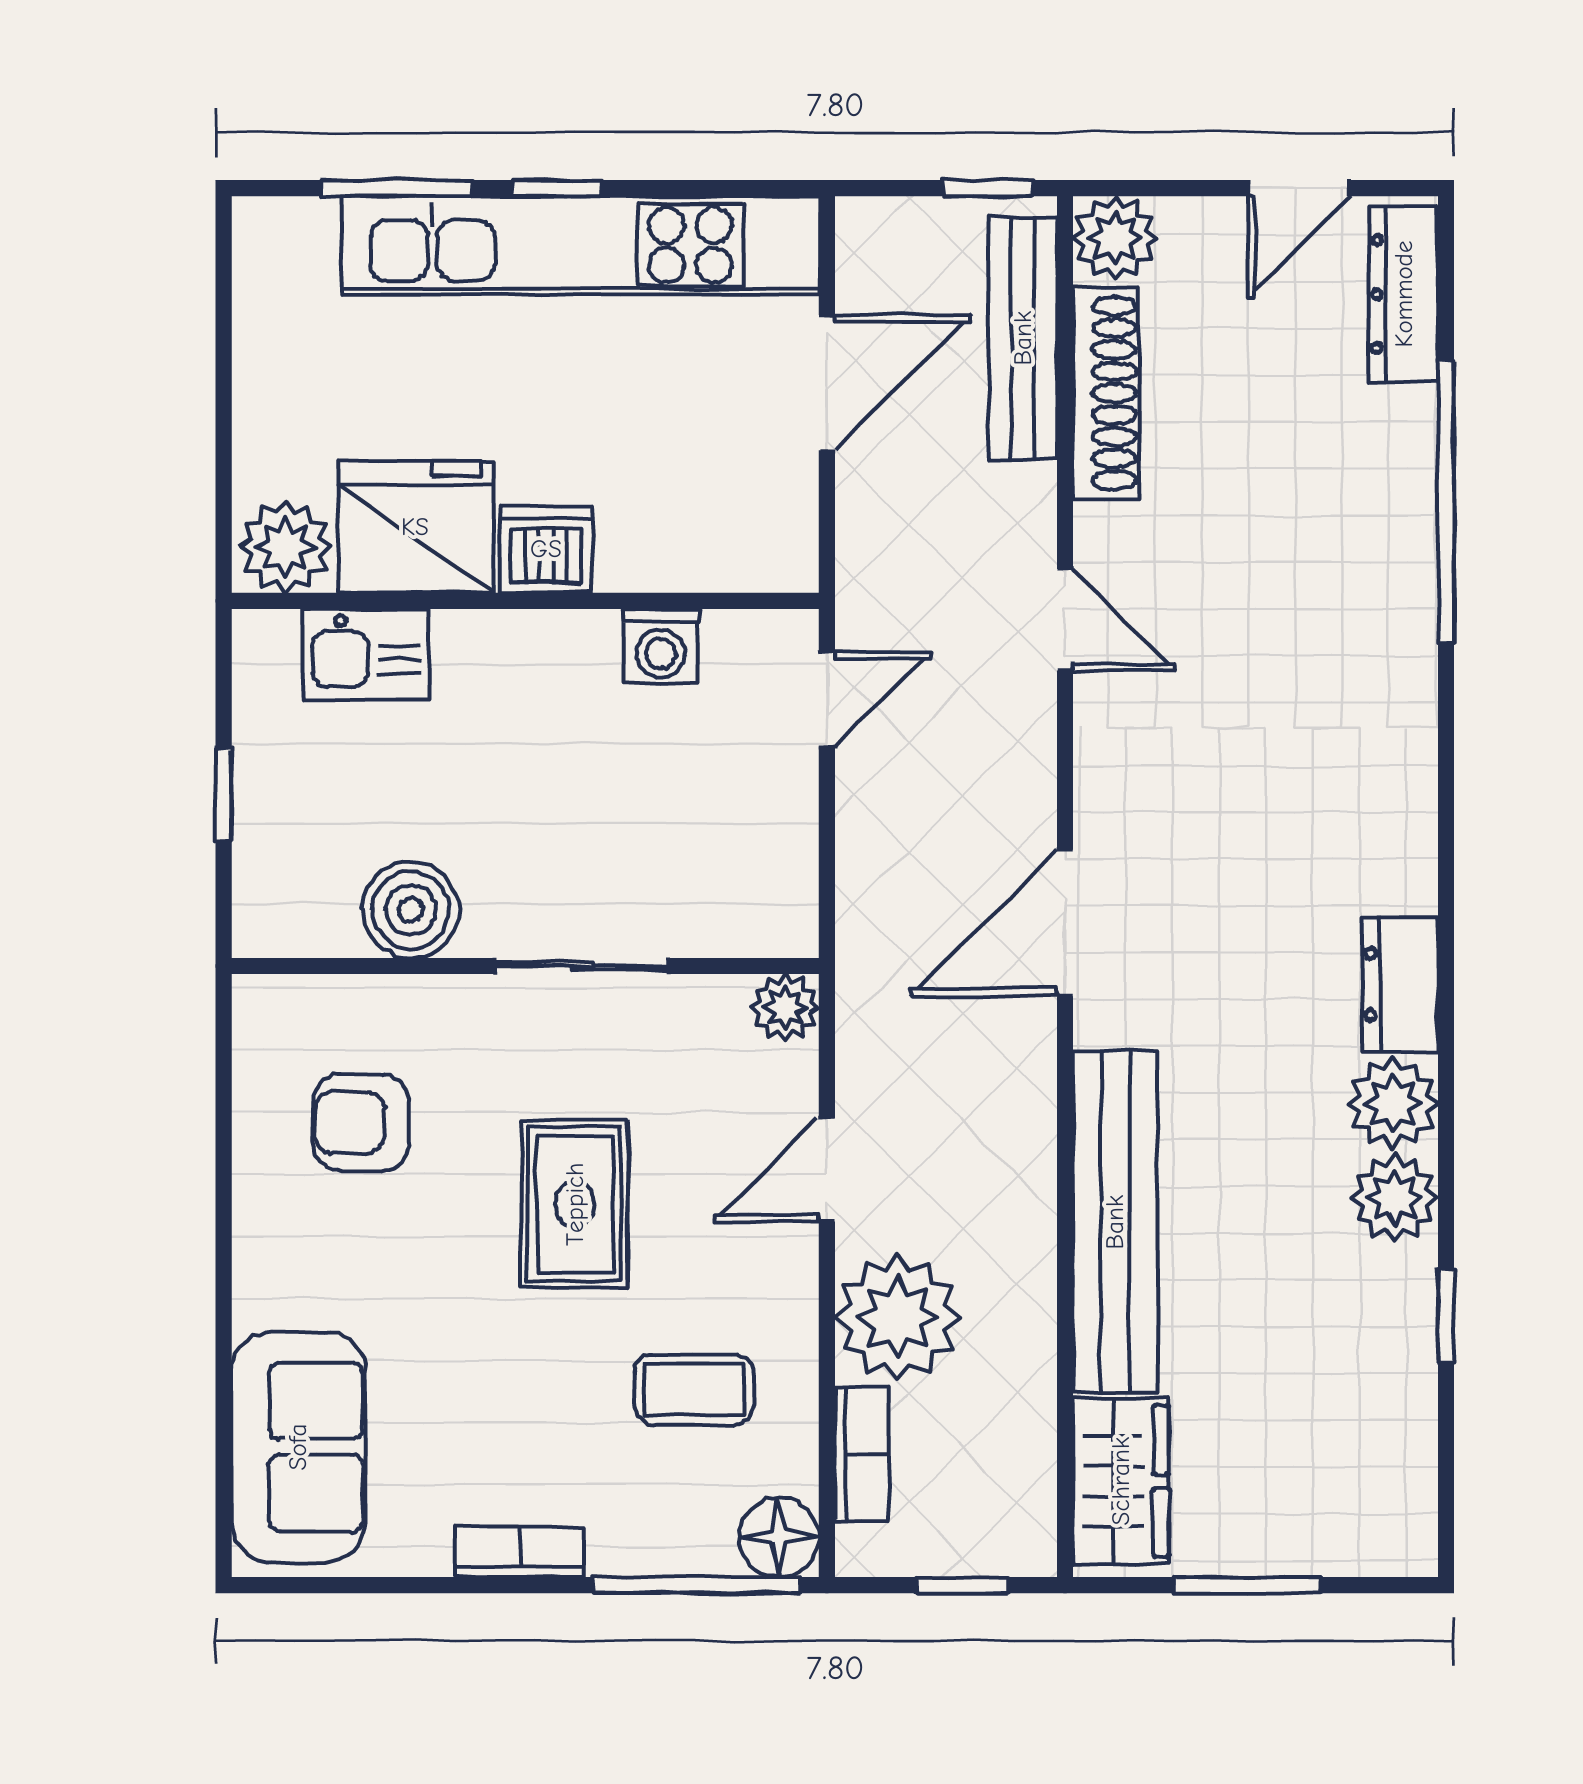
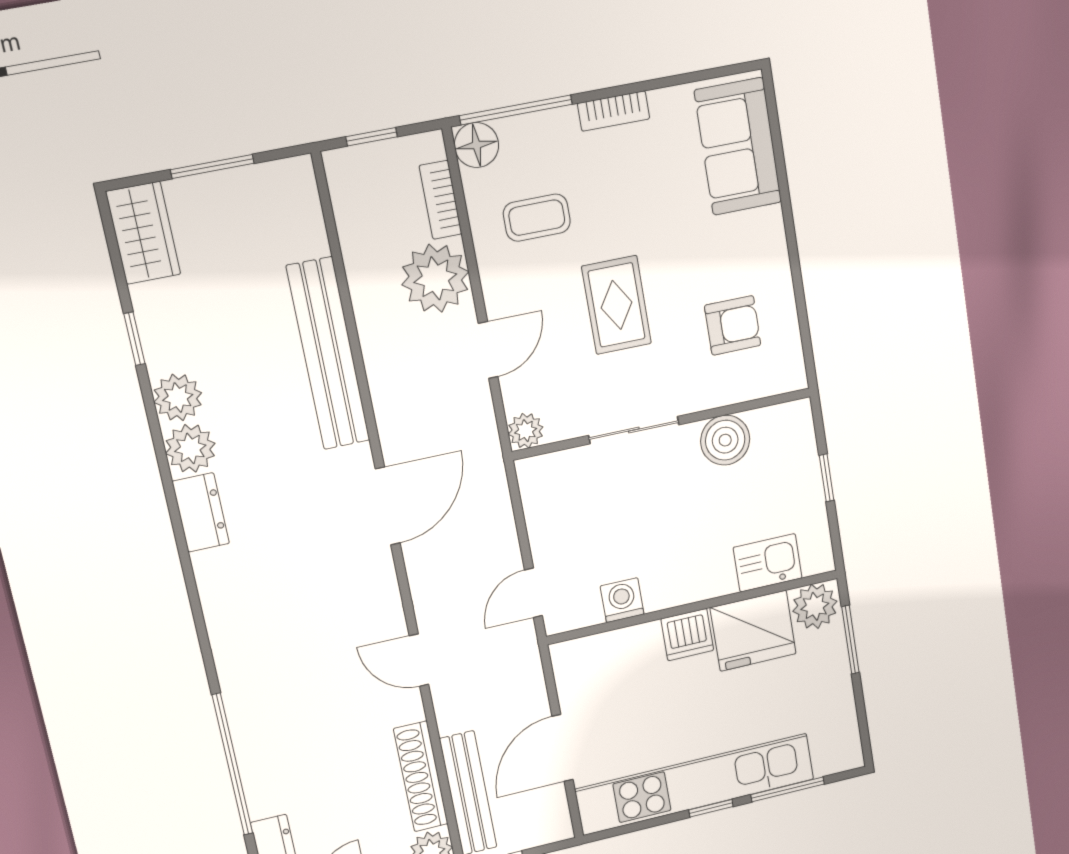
window: (224, 464) -> (850, 640), added
wardrobe: (1121, 1481) -> (143, 233), moved, turned 180

